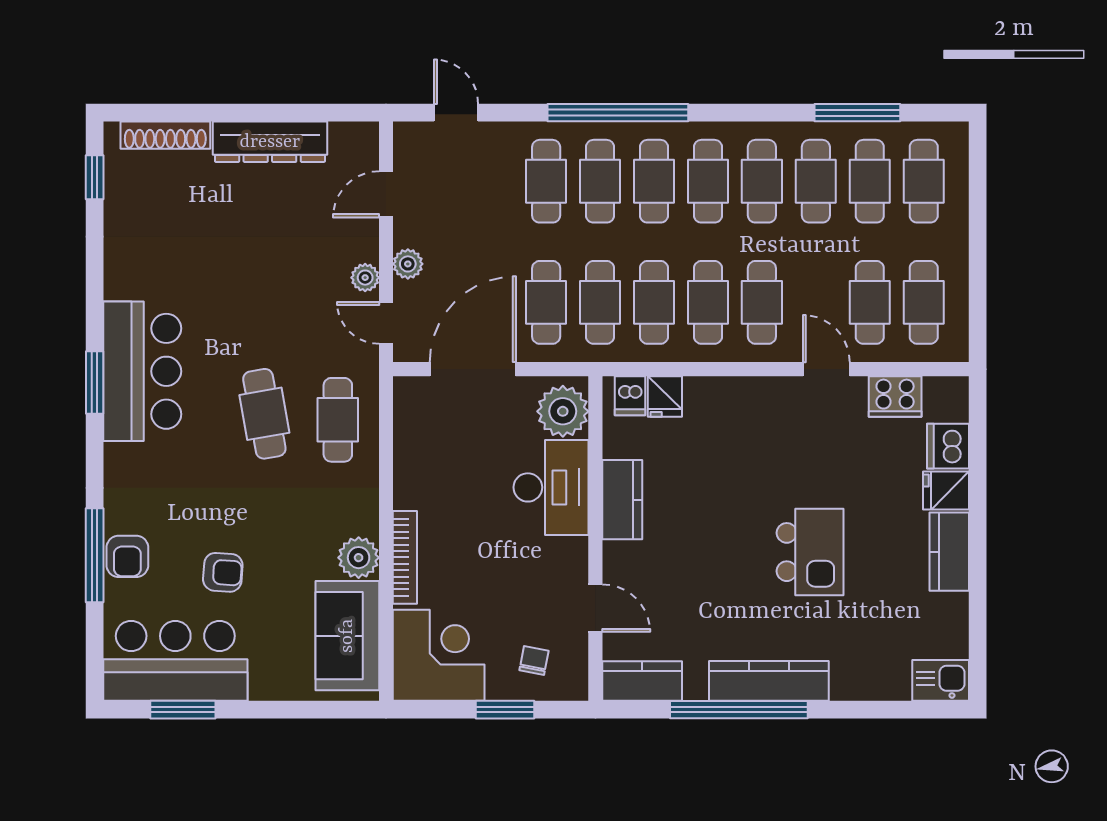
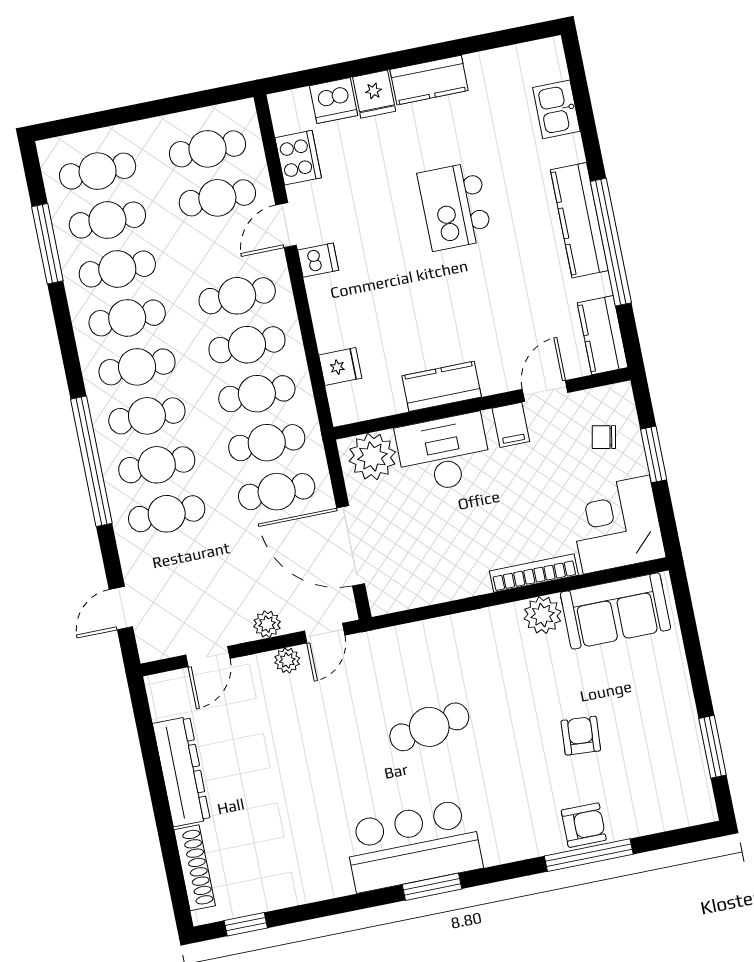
door: (386, 194) -> (208, 657), hinge flipped
dishwasher: (630, 396) -> (318, 260), moved
cafe table: (338, 420) -> (421, 659), removed
kitchen island: (810, 552) -> (455, 206), turned -90
filing cabinet: (567, 565) -> (511, 425), added
bar counter: (175, 661) -> (670, 763), removed
kitchen sink: (941, 680) -> (556, 109), moved

